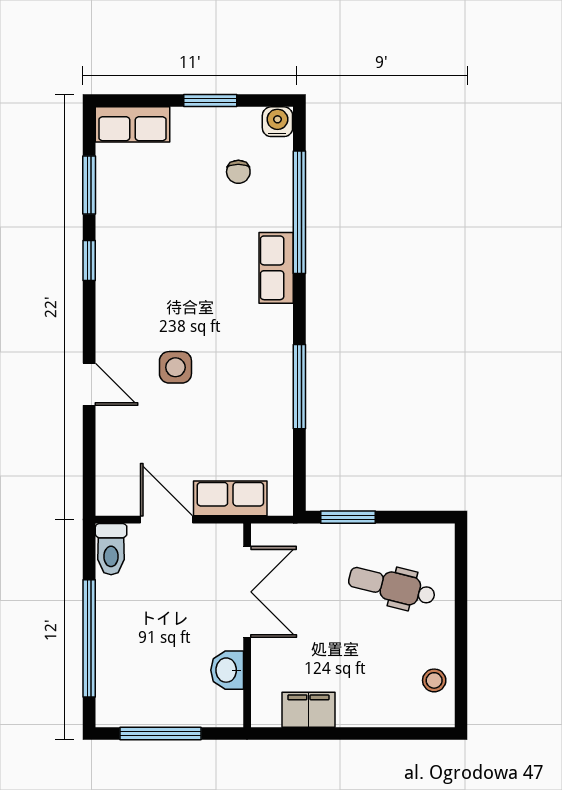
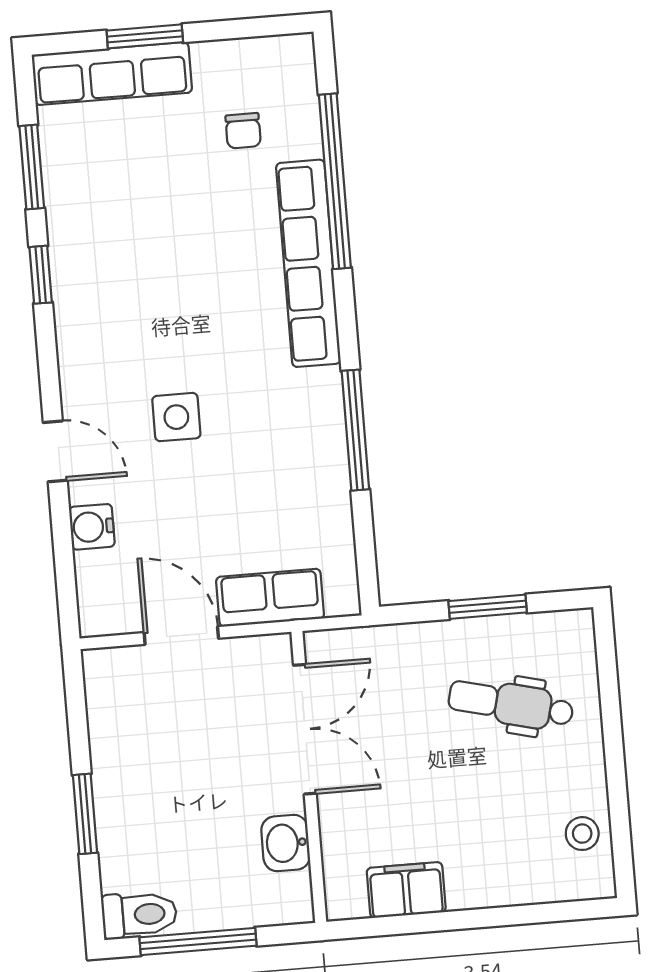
window: (210, 101) -> (145, 36), moved
water cooler: (277, 122) -> (92, 527), moved, turned -90
row of seats: (132, 124) -> (112, 74), width x1.48
row of seats: (276, 268) -> (308, 263), width x2.02
window: (348, 517) -> (488, 607), moved
toilet: (111, 549) -> (139, 915), moved, turned -90
window: (89, 638) -> (85, 814), width x0.47

